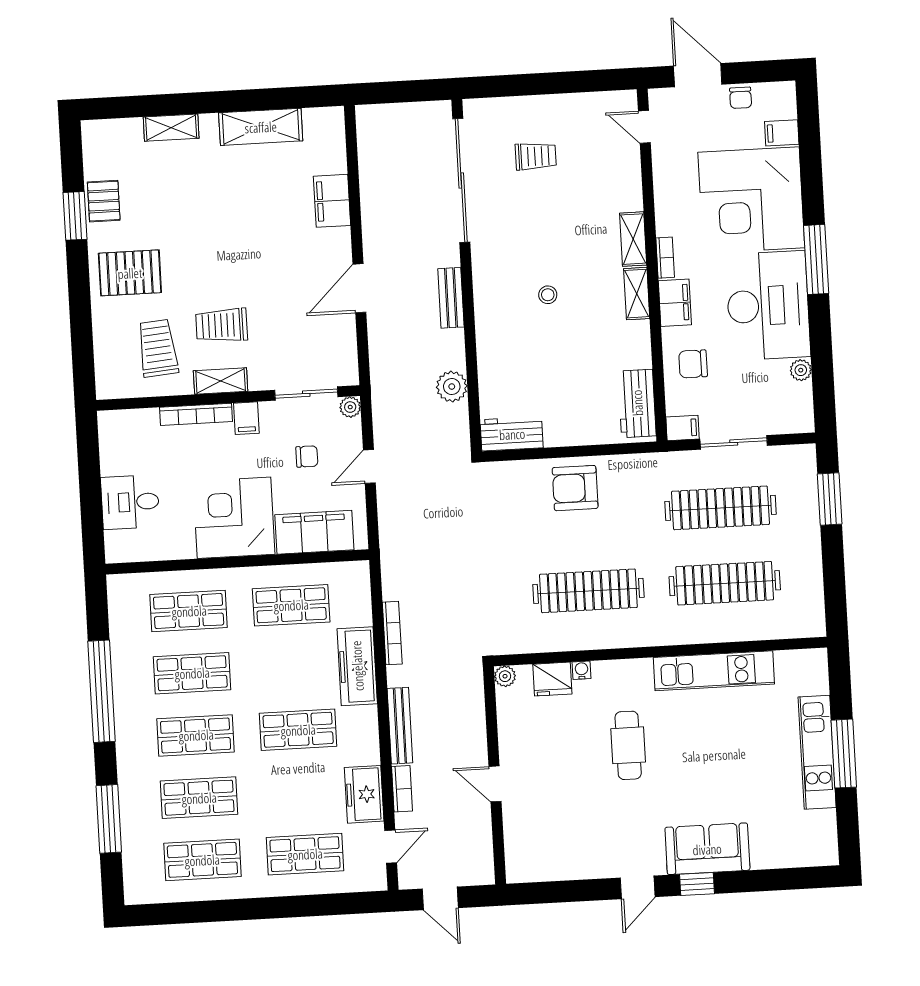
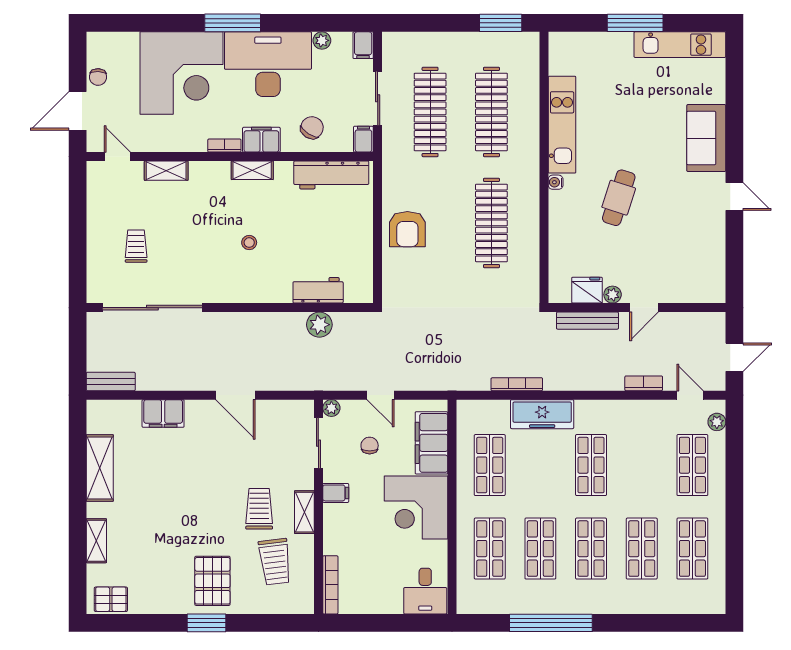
chair: (741, 98) -> (98, 77), turned 92
door: (644, 127) -> (117, 157), swing flipped
filing cabinet: (782, 133) -> (363, 45), moved
pallet: (104, 201) -> (111, 599), moved
window: (75, 216) -> (207, 623), moved
shelving: (633, 239) -> (166, 171), moved
bench: (451, 298) -> (111, 381), moved
trolley: (222, 325) -> (259, 509), turned 180
trolley: (158, 348) -> (275, 562), turned -92
chair: (693, 364) -> (312, 128), turned -147
workbench: (637, 403) -> (331, 175), width x1.38
bookcase: (196, 414) -> (330, 585), moved
workbench: (512, 434) -> (318, 290), moved, turned 90
window: (830, 499) -> (501, 23), moved
desk: (130, 502) -> (425, 591), moved
water cooler: (582, 670) -> (556, 182), moved
plant: (505, 676) -> (613, 295), moved
fridge: (552, 679) -> (587, 290), moved, turned -90
bench: (400, 726) -> (587, 321), moved
cafe table: (628, 745) -> (619, 198), turned -72
kitchen unit: (817, 752) -> (680, 45), moved
freezer: (364, 794) -> (646, 414), removed
window: (109, 819) -> (655, 623), removed
plant: (360, 881) -> (717, 422), added
window: (697, 884) -> (734, 148), removed

